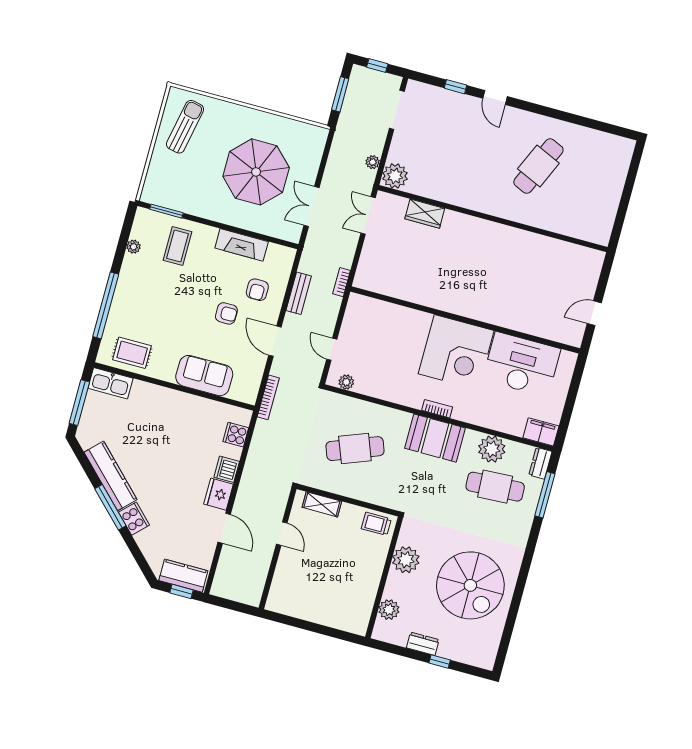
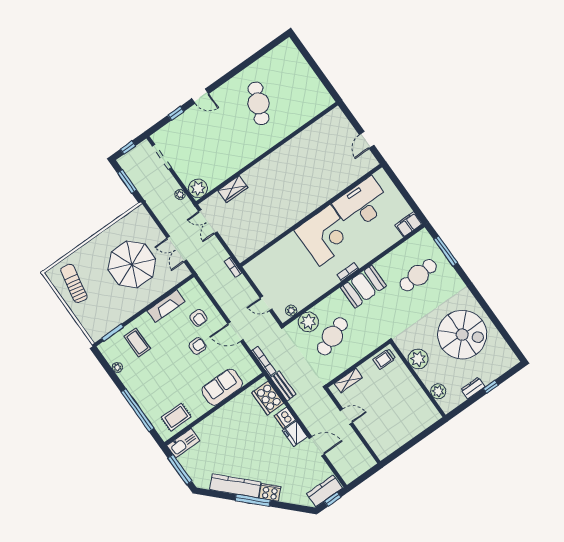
bench: (299, 293) -> (283, 386), moved
cooker: (236, 435) -> (268, 398), width x1.87, depth x1.31
plant: (492, 449) -> (308, 322), moved
dresser: (540, 463) -> (426, 239), removed

